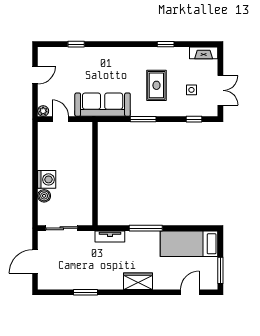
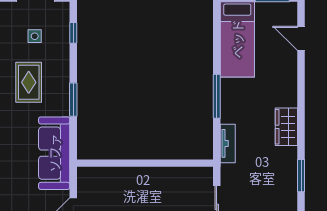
rug: (156, 85) -> (29, 82), turned 90
wardrobe: (138, 281) -> (286, 127), moved

